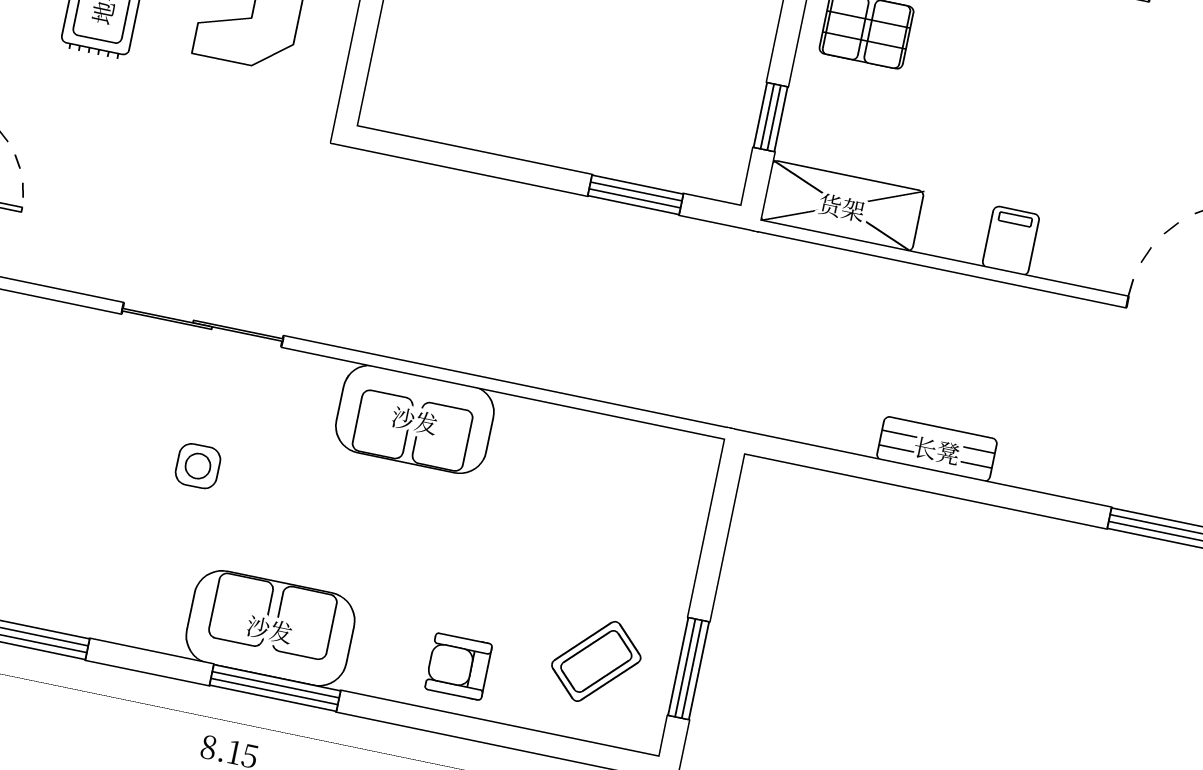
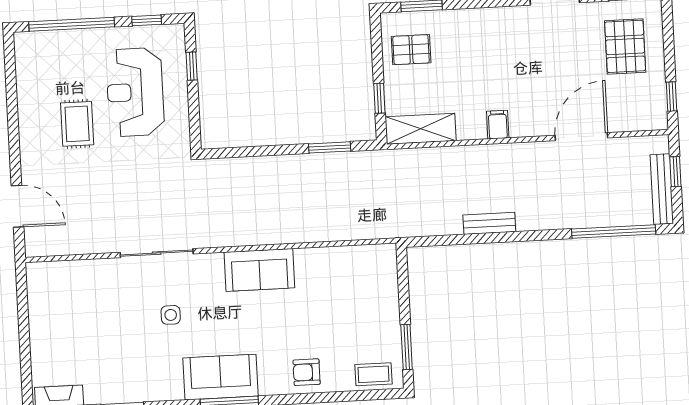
coffee table: (596, 661) -> (374, 374), moved, turned 45

